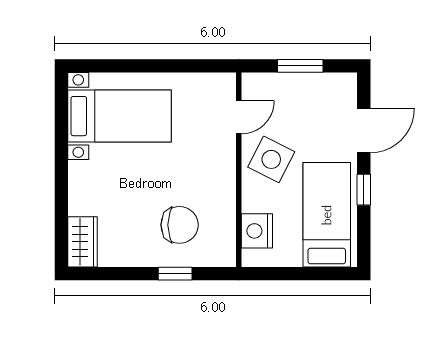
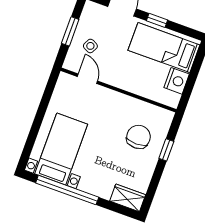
window: (61, 147) -> (67, 190), added
side table: (271, 159) -> (90, 46), moved, width x0.54, depth x0.54
nightstand: (257, 231) -> (177, 81), moved, turned -90

